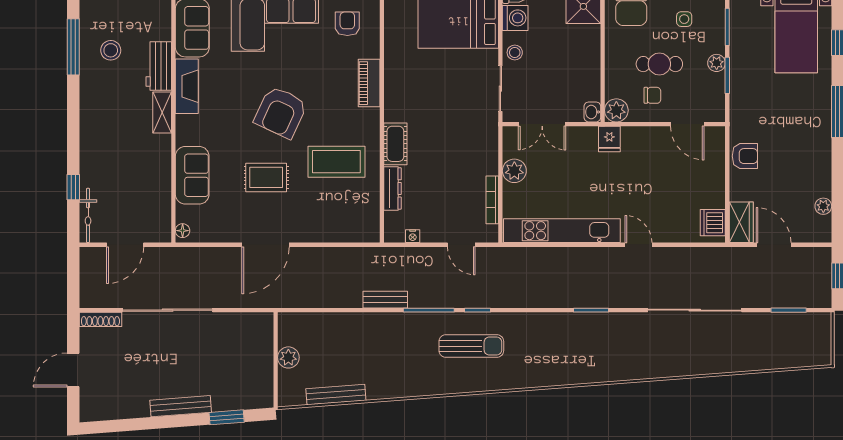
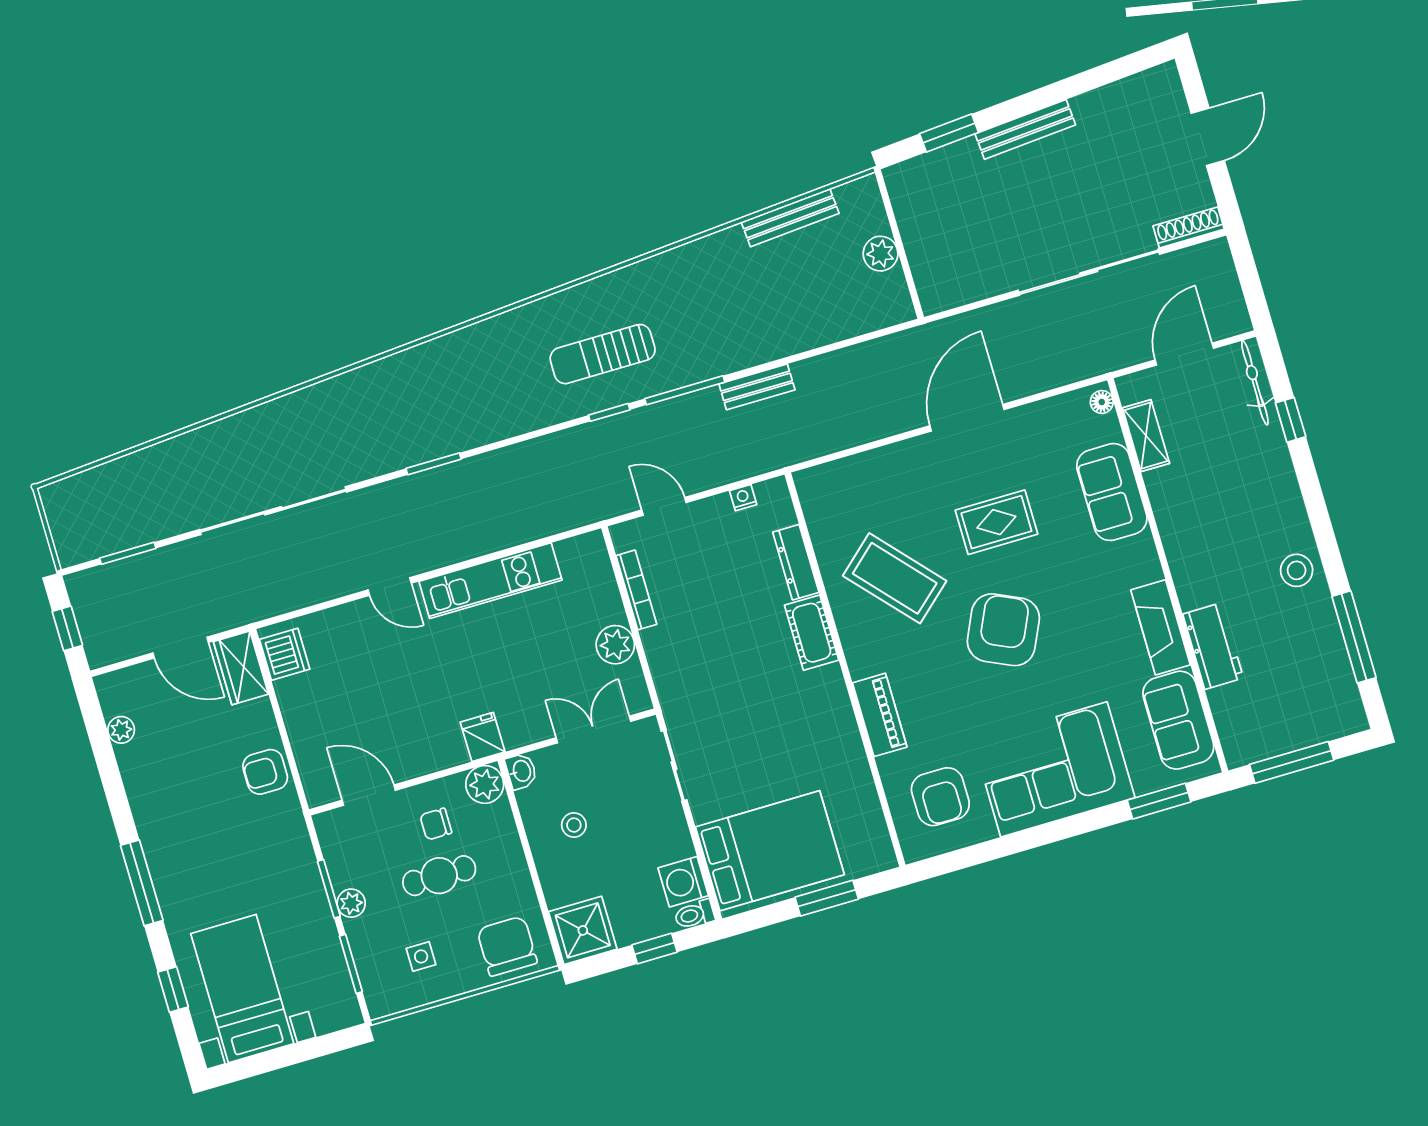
armchair: (347, 24) -> (940, 797), width x1.38, depth x1.38
stool: (111, 50) -> (1297, 570), moved
stool: (515, 53) -> (574, 825), moved
shelving: (162, 113) -> (1146, 436), moved
coffee table: (336, 162) -> (895, 578), turned 48
kitchen unit: (562, 231) -> (490, 581), width x0.73

